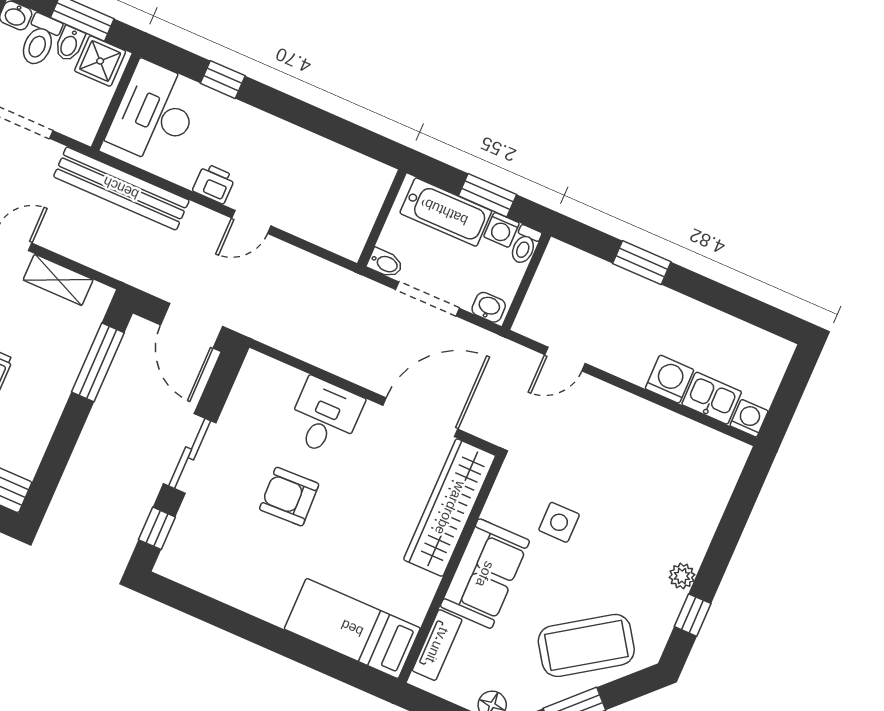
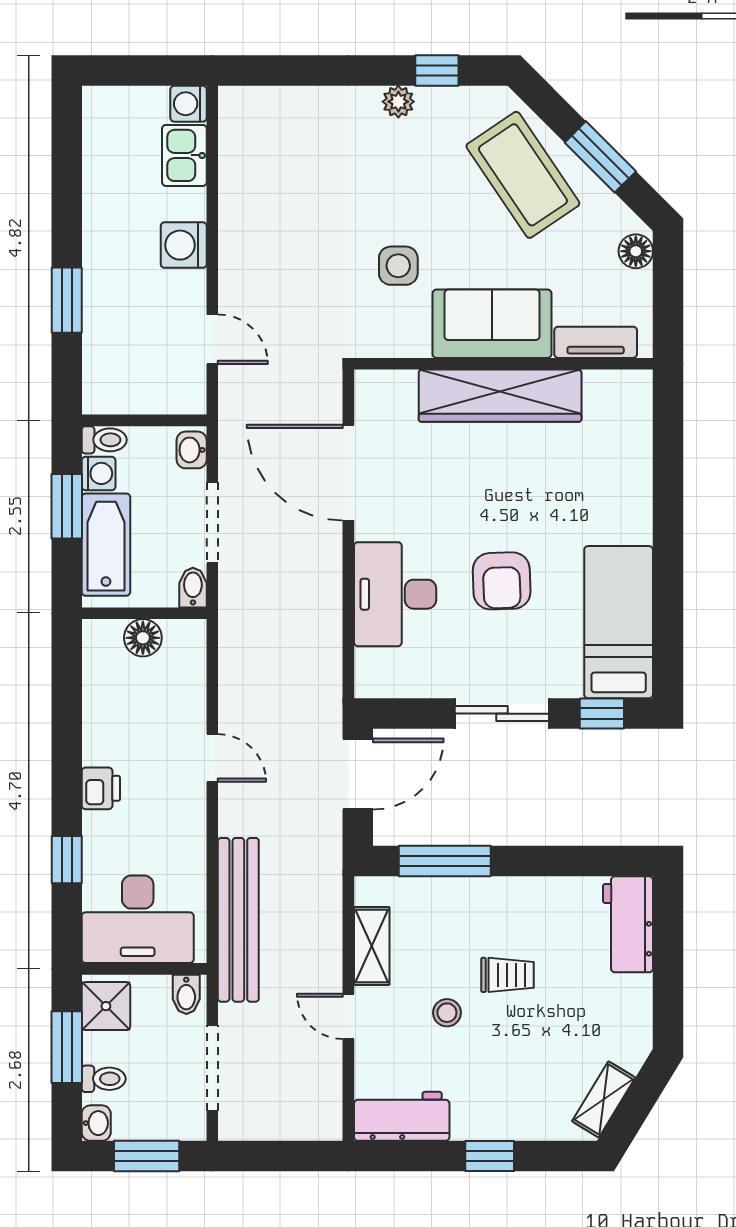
toilet: (40, 40) -> (104, 1079), width x0.73, depth x0.72
bidet: (70, 44) -> (186, 994), moved, turned 90
printer: (214, 184) -> (101, 788), moved, turned 180
floor lamp: (364, 209) -> (143, 638), added
washing machine: (669, 379) -> (184, 245), moved
desk: (325, 417) -> (395, 594), width x1.37
wardrobe: (450, 508) -> (500, 396), moved
bed: (352, 628) -> (619, 622), moved, turned 180

